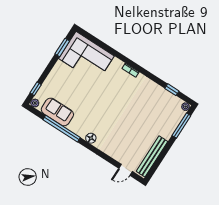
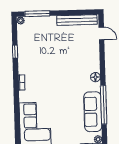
window: (172, 90) -> (15, 52), moved
sofa: (57, 112) -> (93, 112), width x1.36

